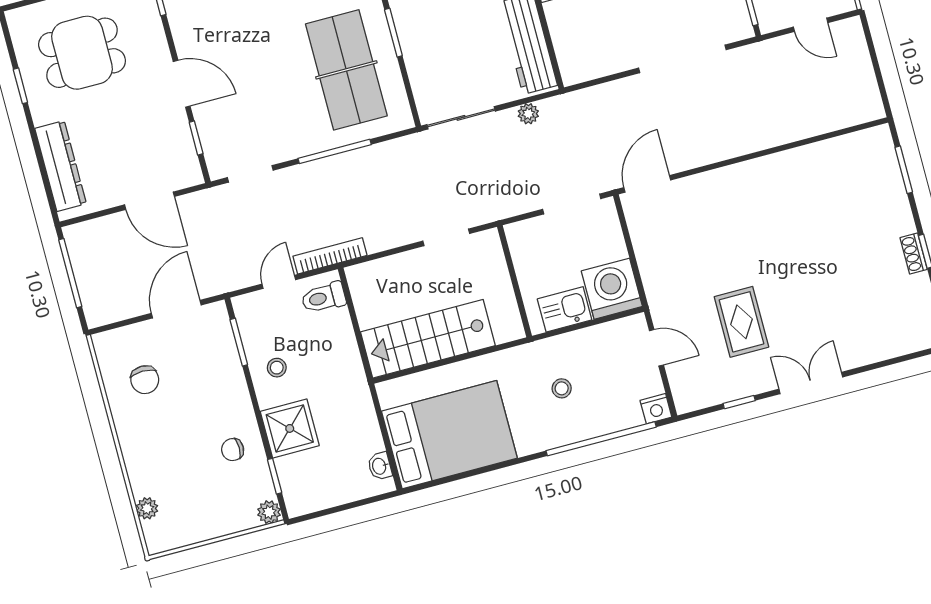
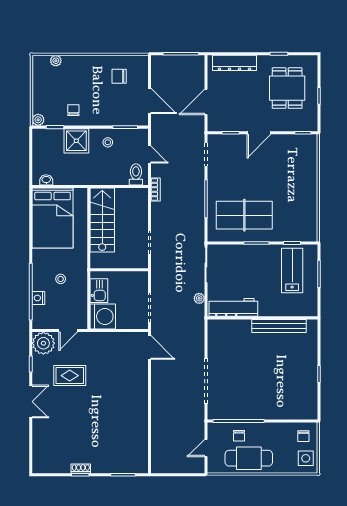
bookcase: (330, 256) -> (156, 189), width x0.64
plant: (693, 388) -> (43, 343), added
nightstand: (656, 409) -> (38, 298), moved

